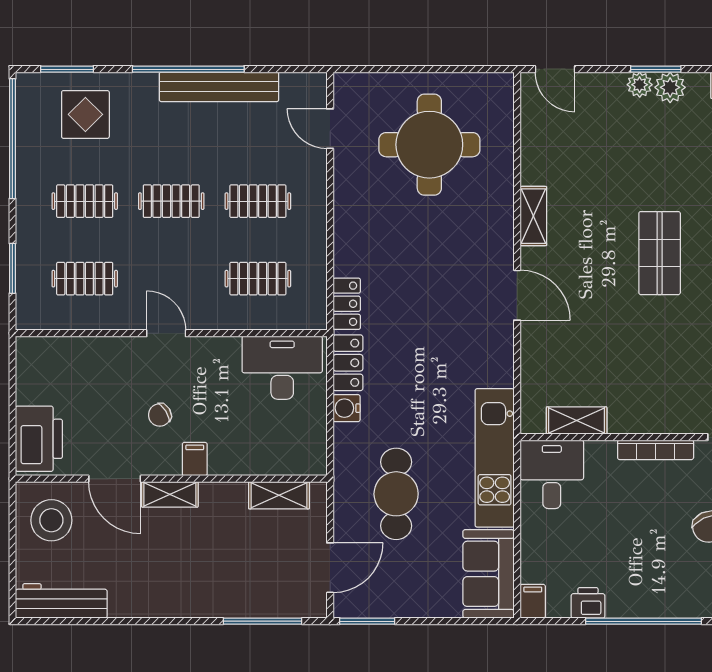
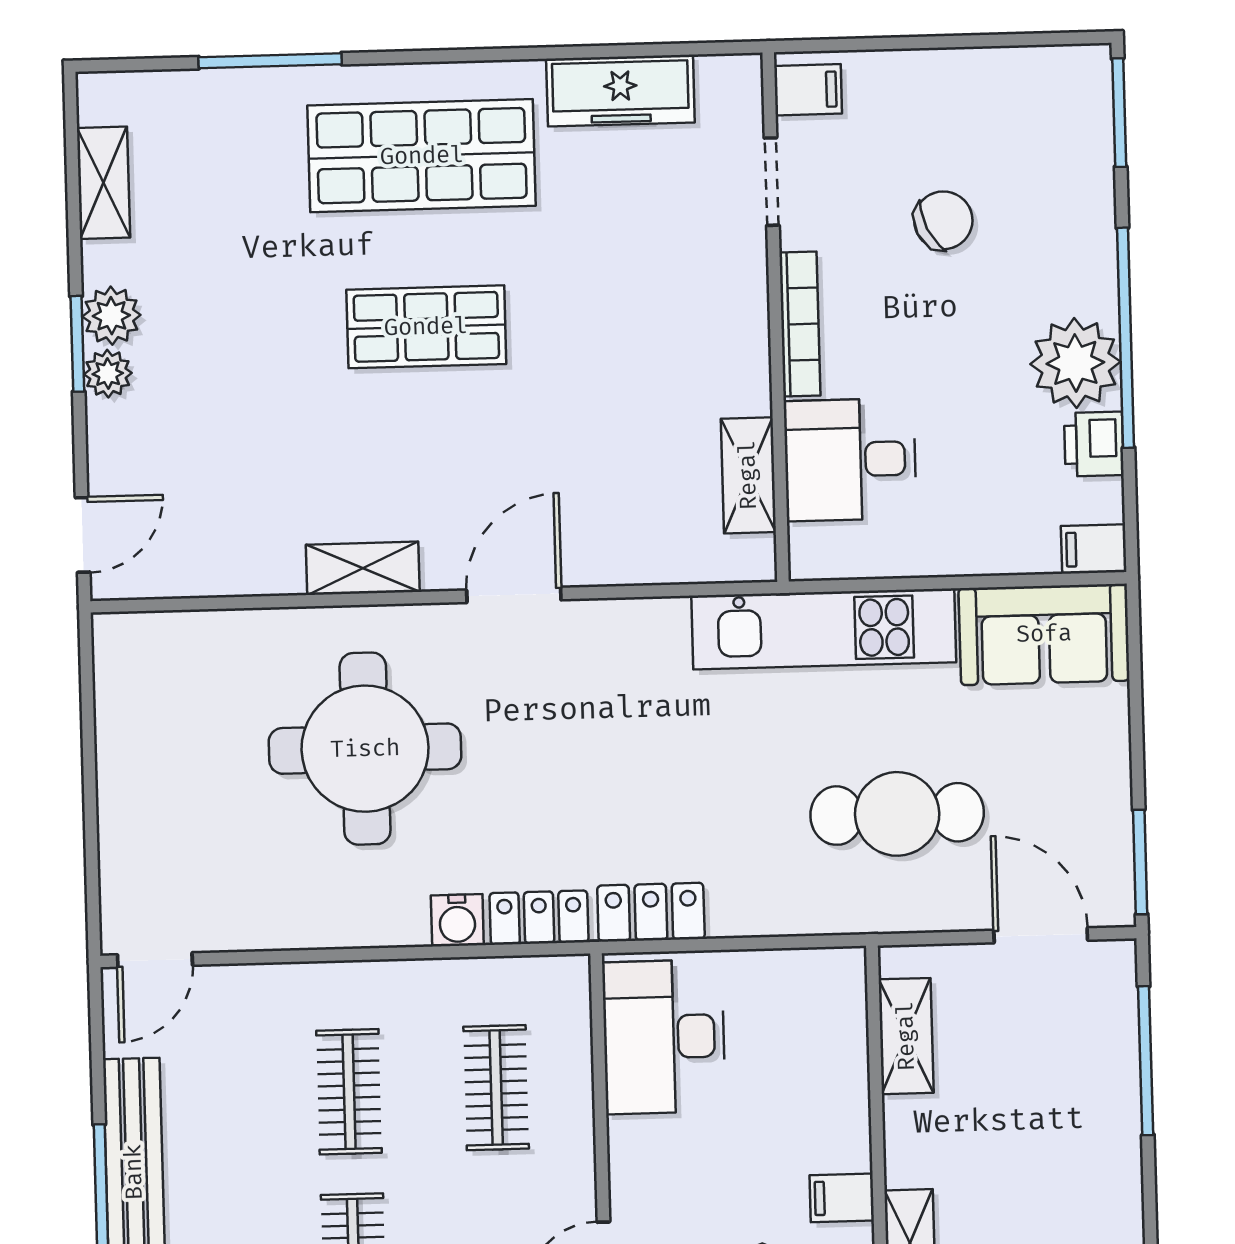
door: (330, 129) -> (155, 960), moved
round table: (429, 145) -> (365, 749), moved
water cooler: (347, 408) -> (457, 920), moved
desk: (552, 474) -> (850, 460), moved
plant: (631, 594) -> (1075, 363), added

